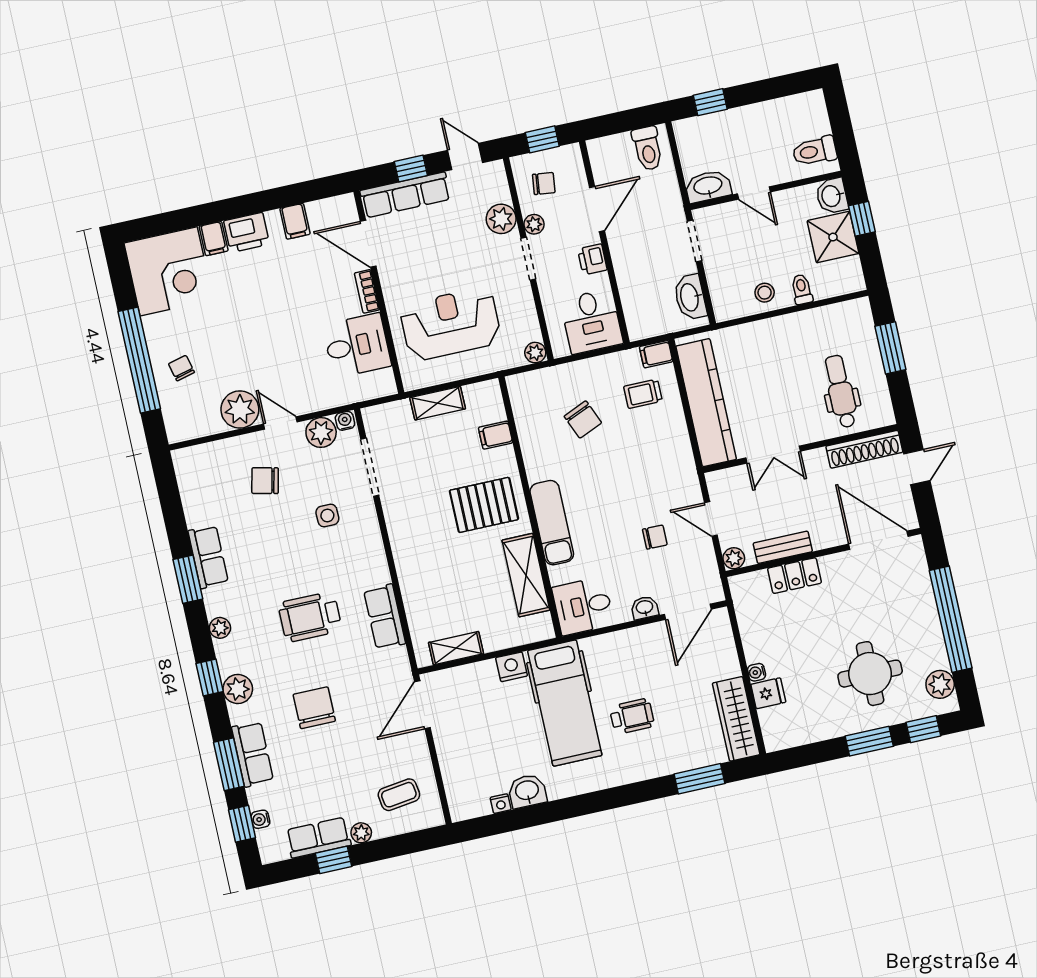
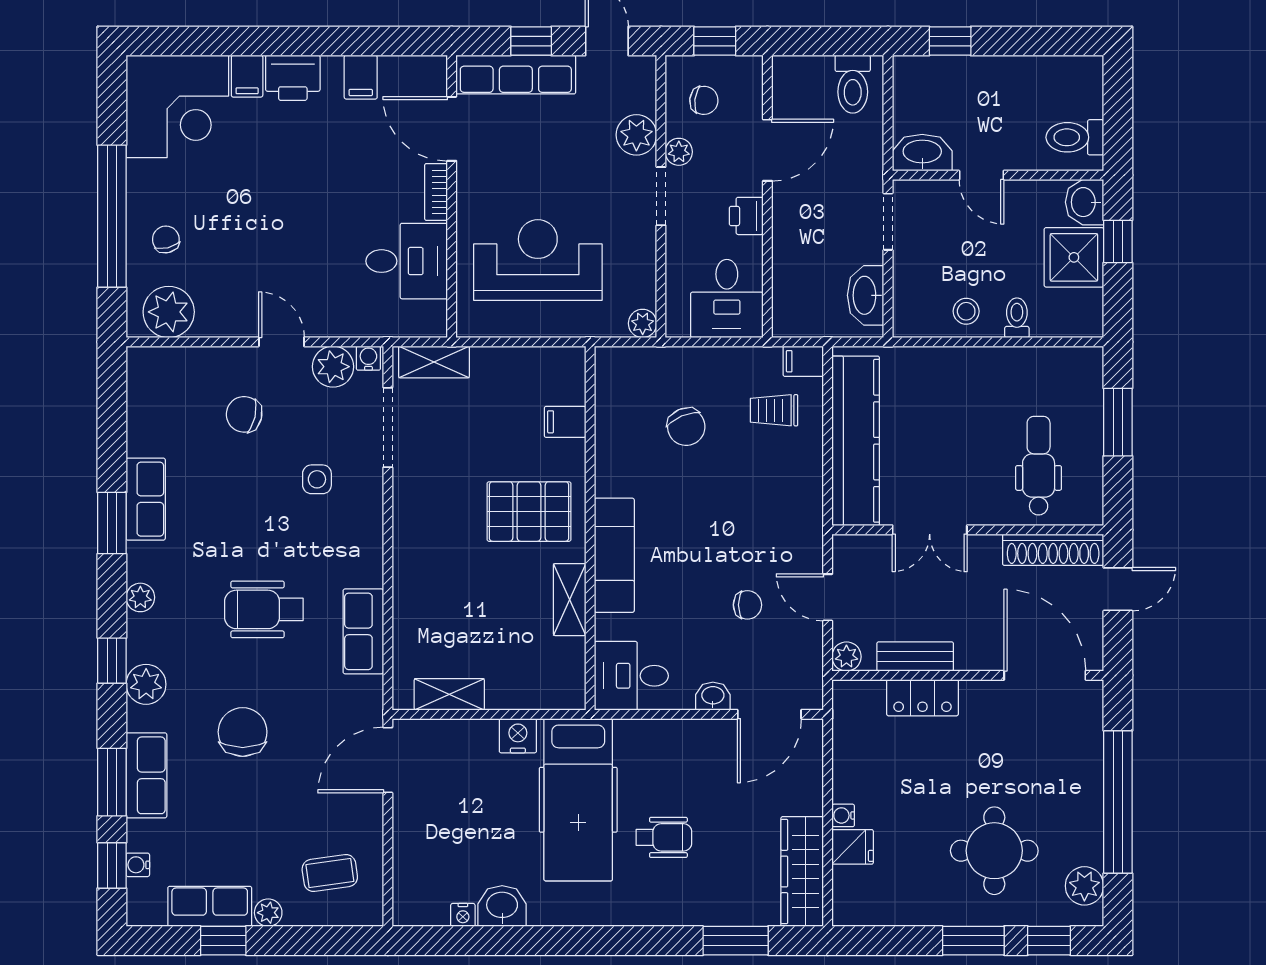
shelving: (438, 403) -> (434, 362), moved
plant: (240, 409) -> (169, 312), moved
shelving: (526, 575) -> (570, 600), width x0.67, depth x0.75

